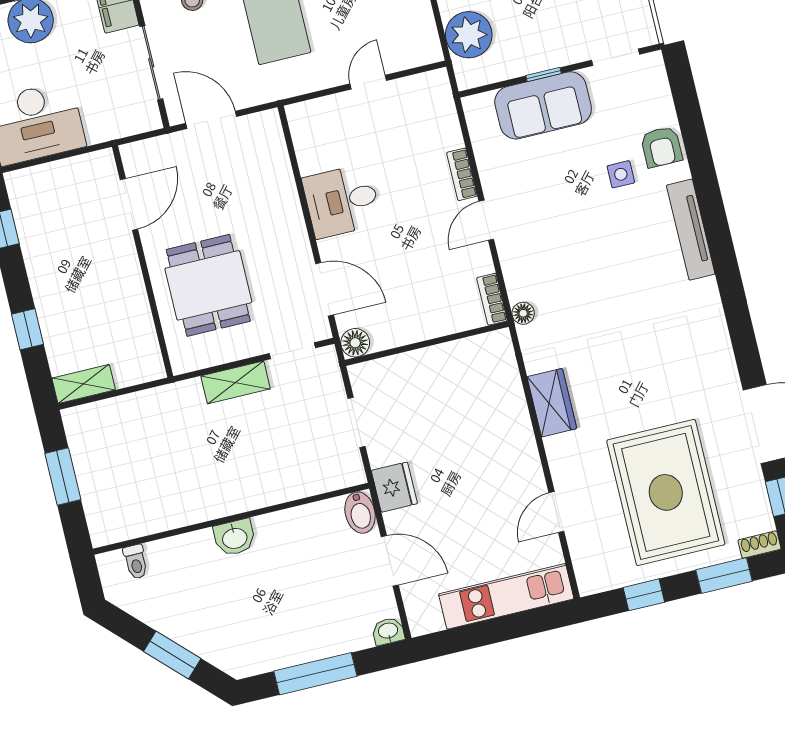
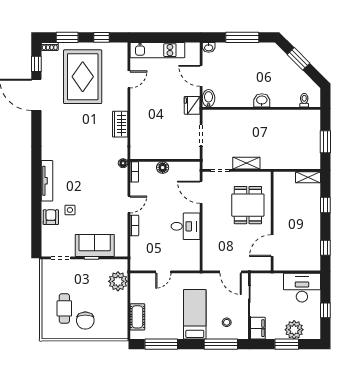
floor lamp: (355, 343) -> (163, 168), moved

